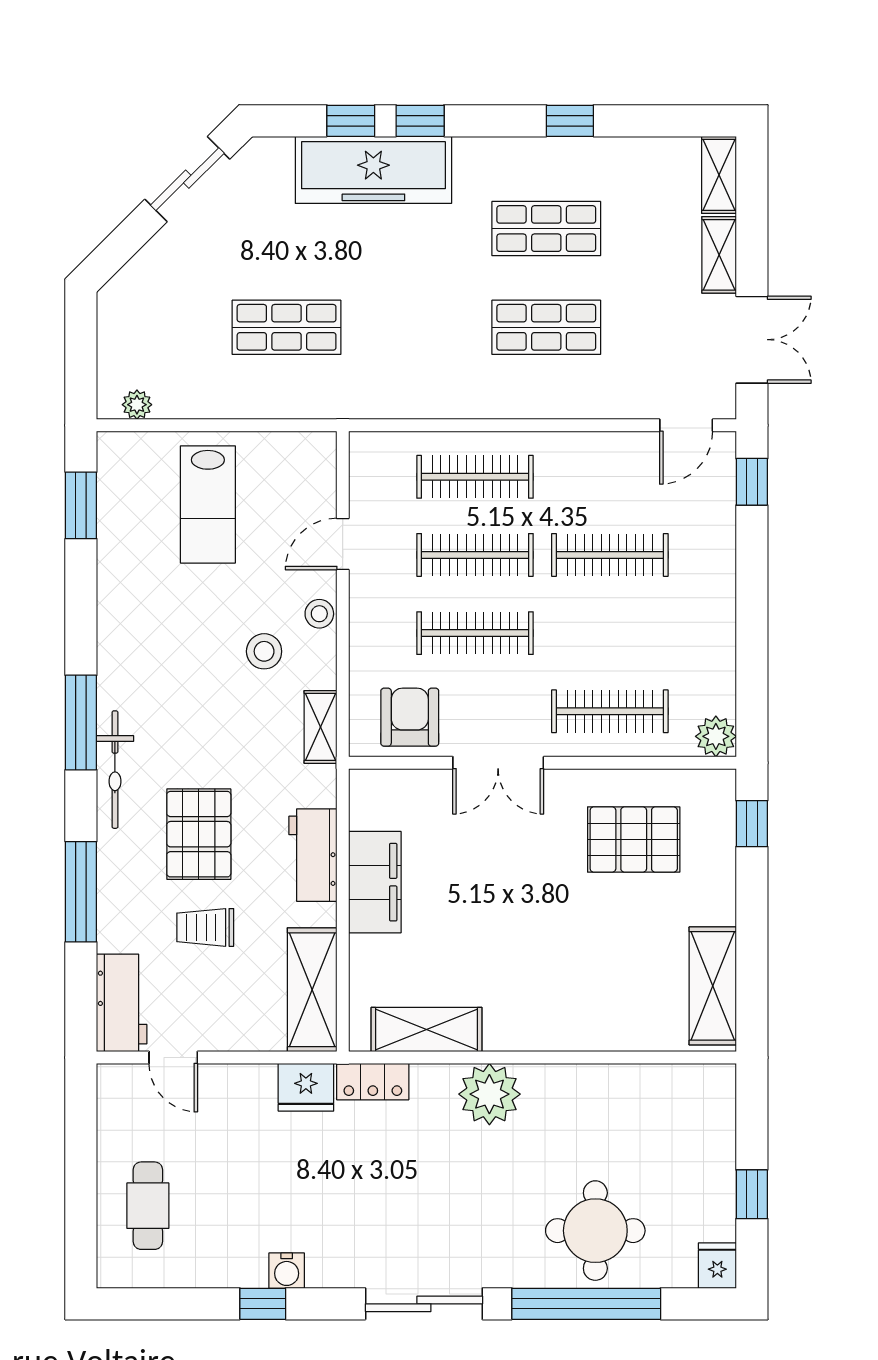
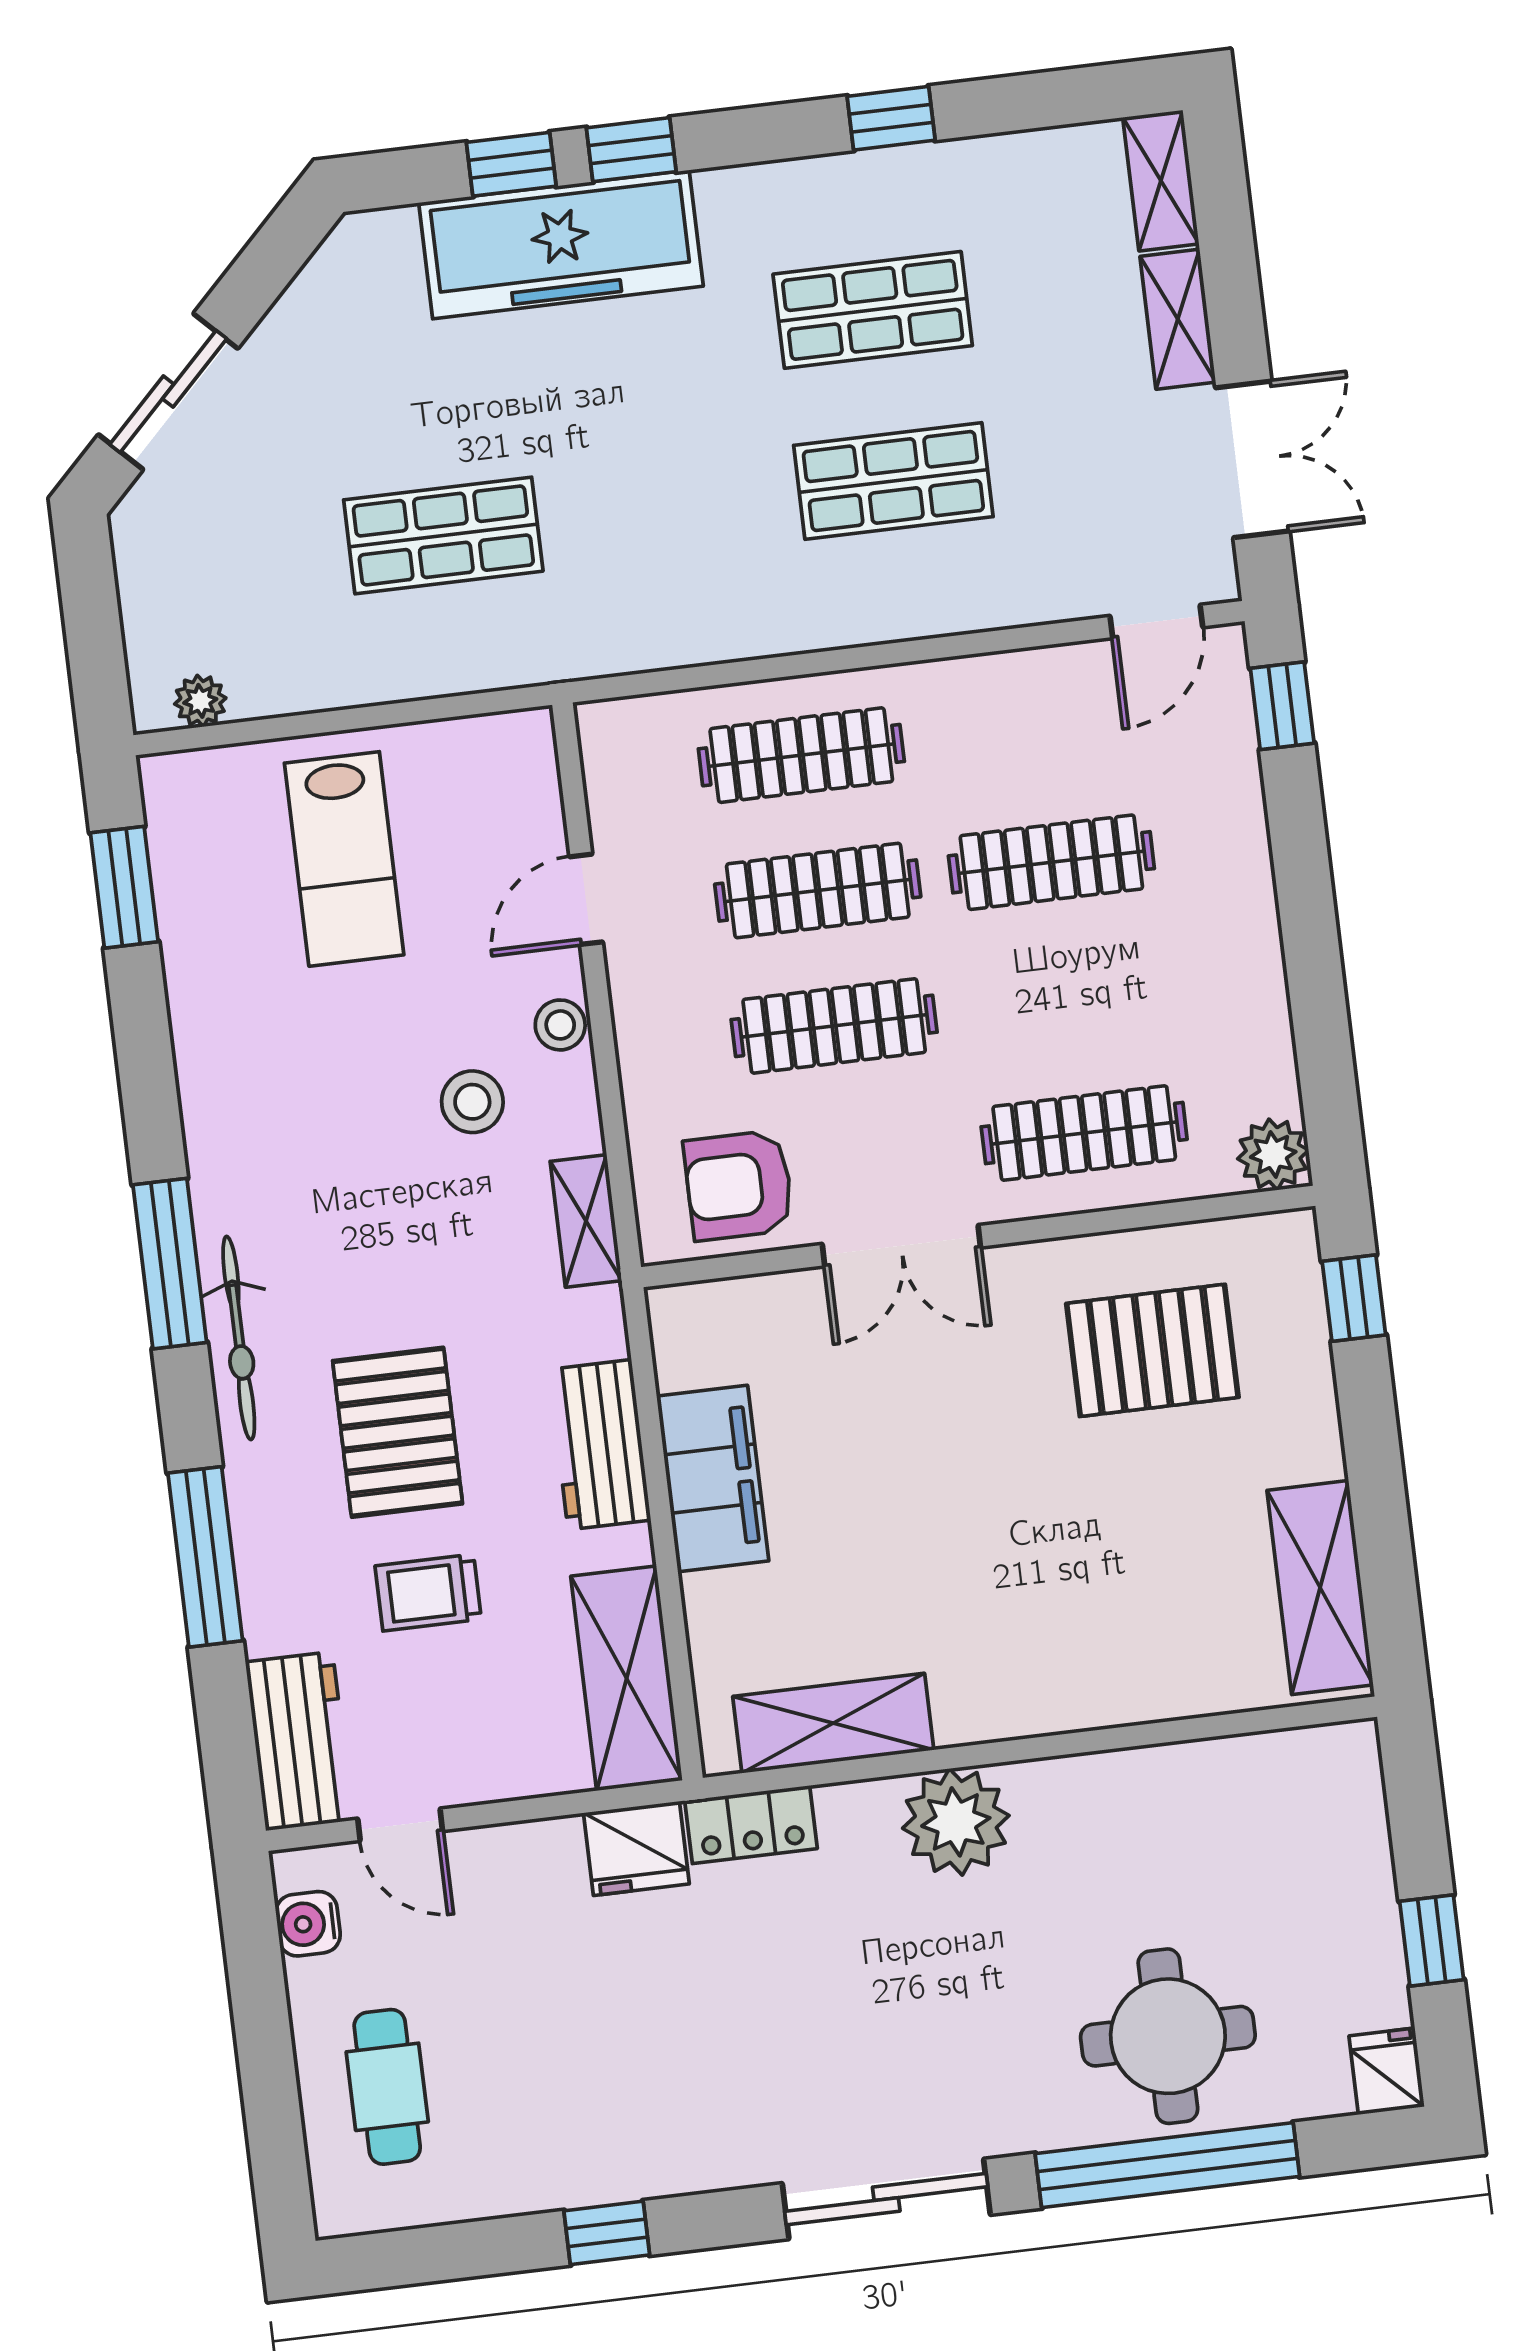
sliding door: (187, 179) -> (168, 392), moved
armchair: (410, 717) -> (739, 1185), turned -90
water cooler: (287, 1271) -> (308, 1924), moved, turned 90

